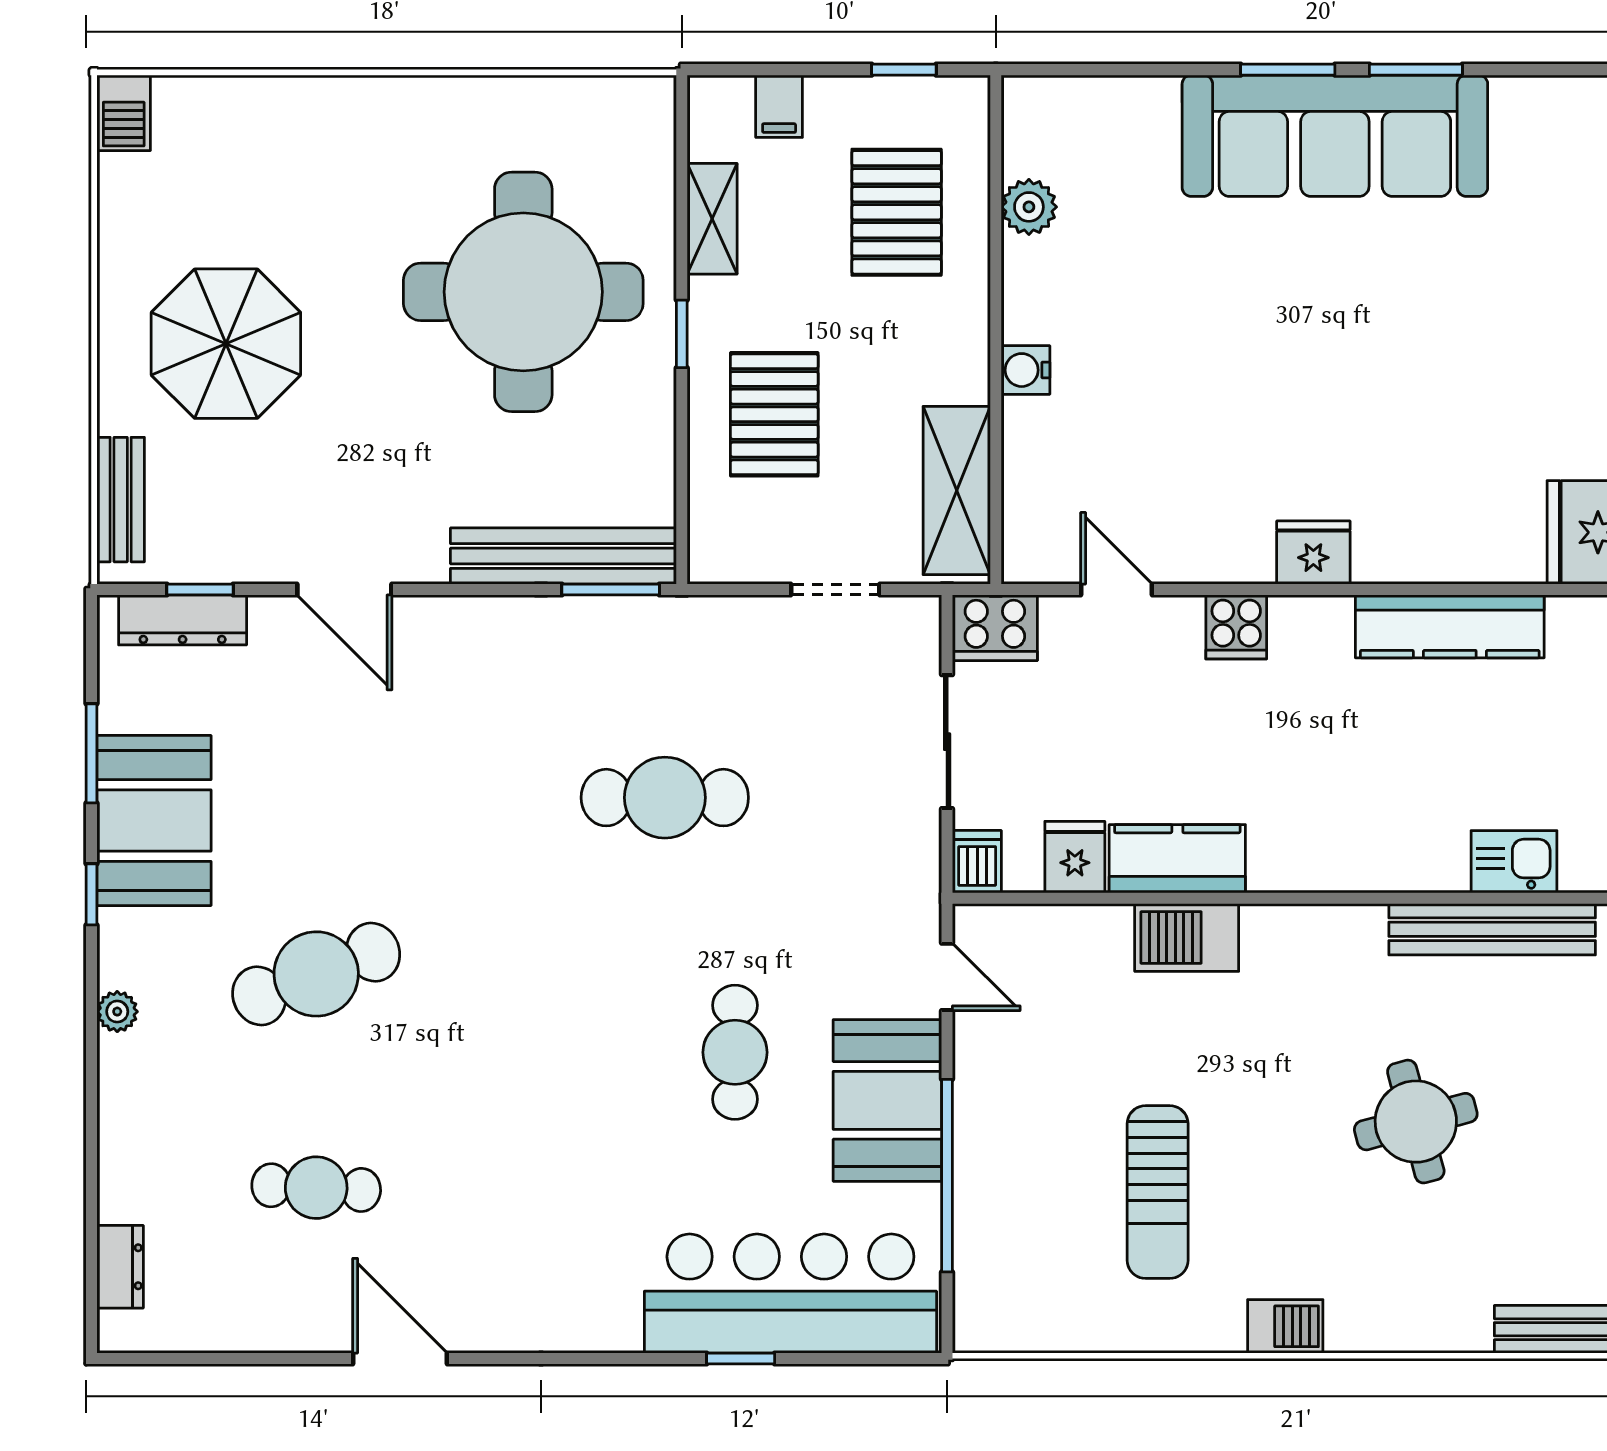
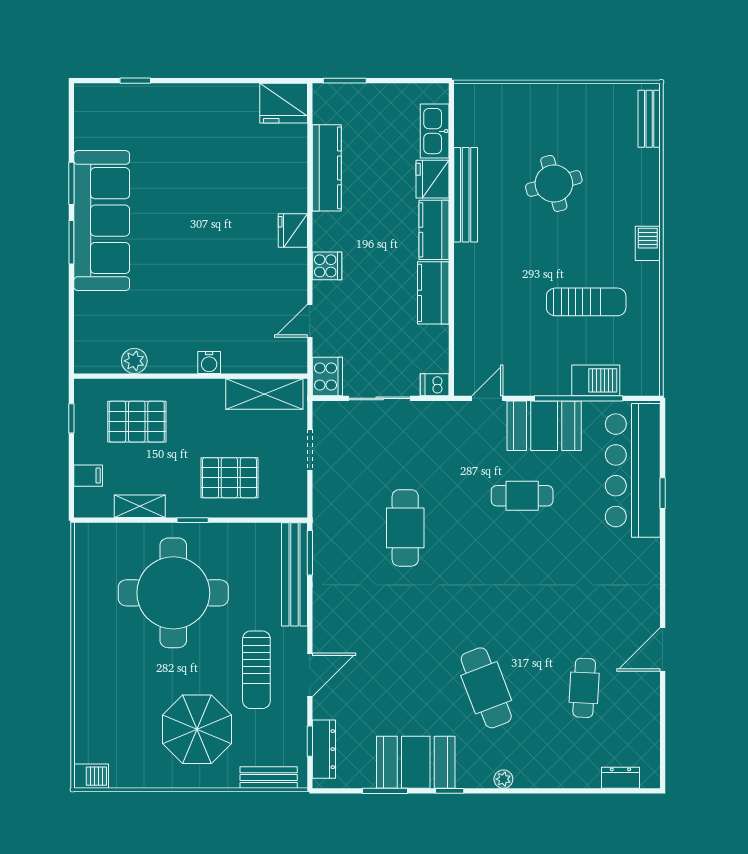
sun lounger: (356, 473) -> (256, 670), added
fridge: (1075, 857) -> (433, 179), moved, width x1.38
kitchen counter: (1315, 860) -> (434, 230), added
kitchen sink: (1514, 862) -> (435, 131), width x1.38
bench: (1492, 929) -> (466, 195), moved
barbecue: (1187, 938) -> (596, 380), moved, turned -90

